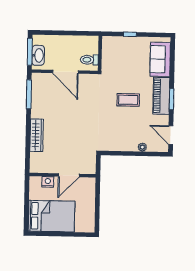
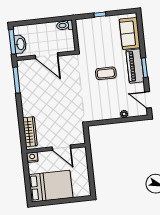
toilet: (89, 60) -> (65, 25), moved
wardrobe: (37, 135) -> (30, 132), moved
door: (69, 175) -> (61, 148), hinge flipped
nightstand: (48, 182) -> (32, 157), moved

